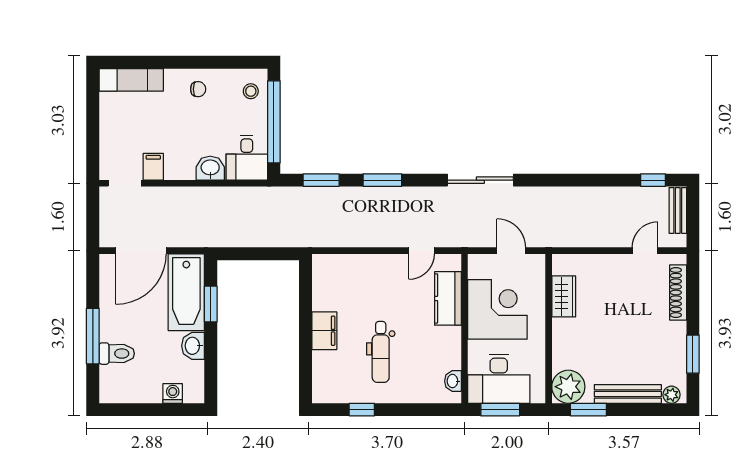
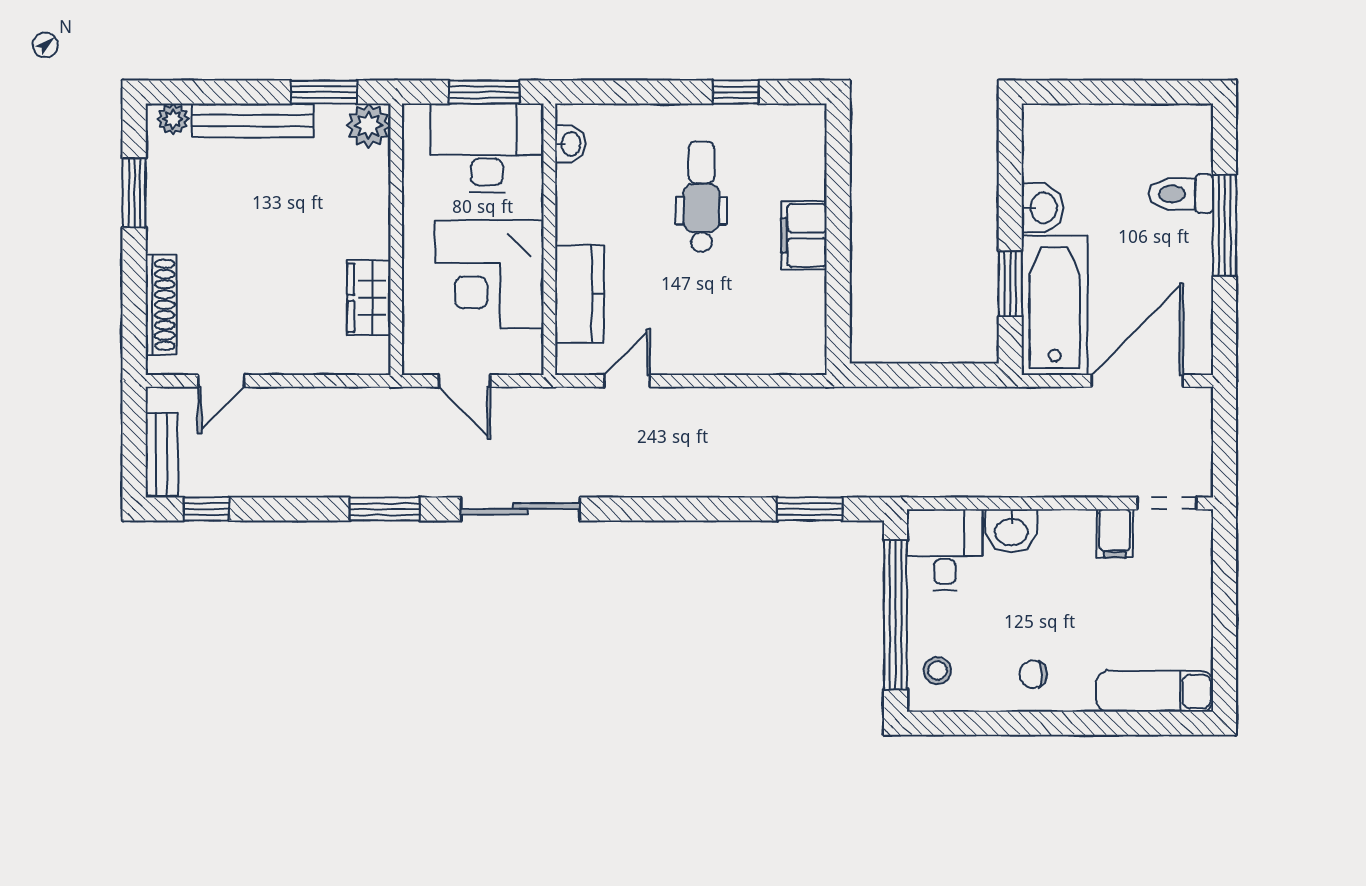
window: (382, 180) -> (385, 509), moved
plant: (568, 387) -> (368, 126), width x0.73, depth x0.73
washing machine: (173, 393) -> (1079, 121), removed

